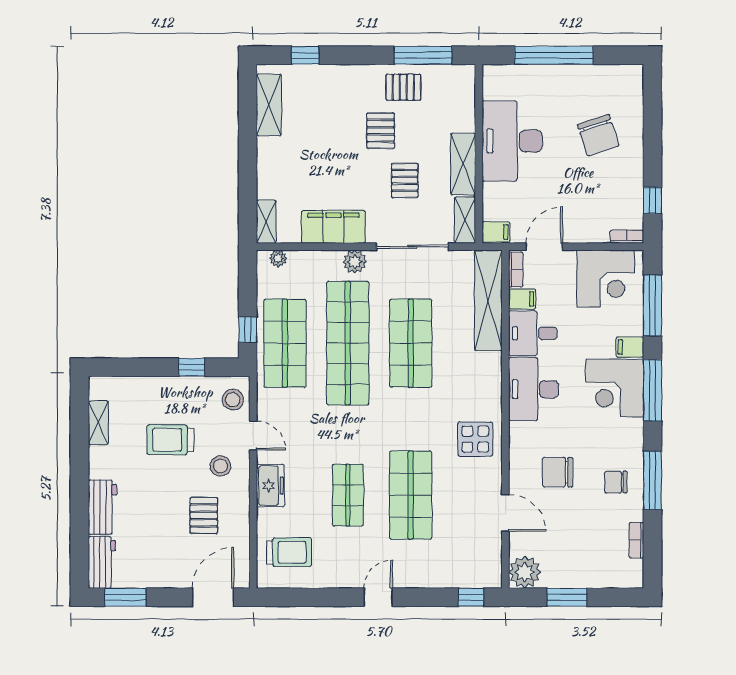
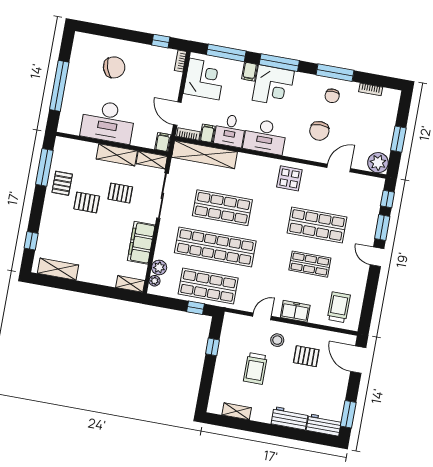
plant: (355, 262) -> (159, 267), moved
stool: (233, 400) -> (237, 325), removed
window: (425, 597) -> (382, 228), added

